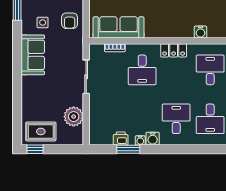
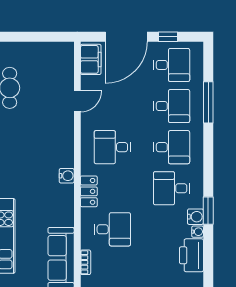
water cooler: (201, 32) -> (67, 176), moved
printer: (121, 138) -> (191, 255), width x1.87, depth x1.48
window: (128, 149) -> (208, 211), moved

